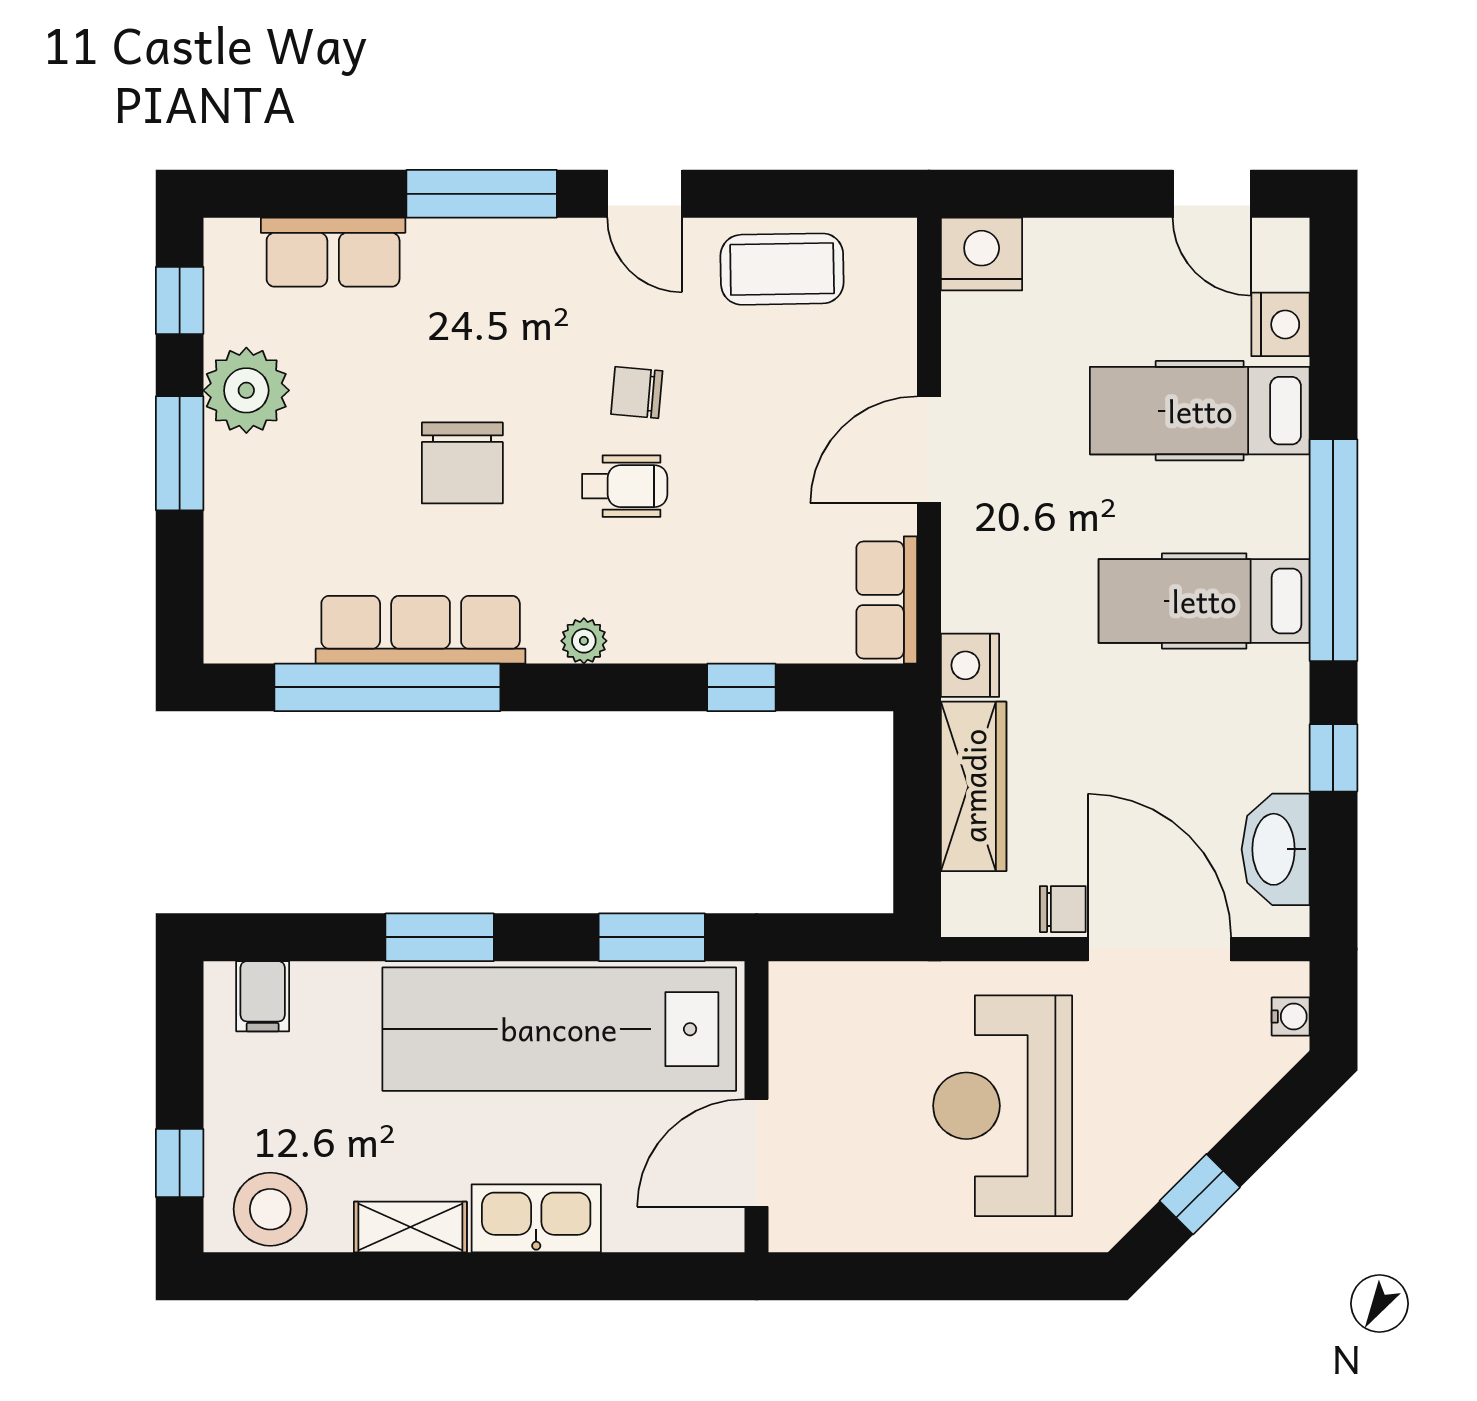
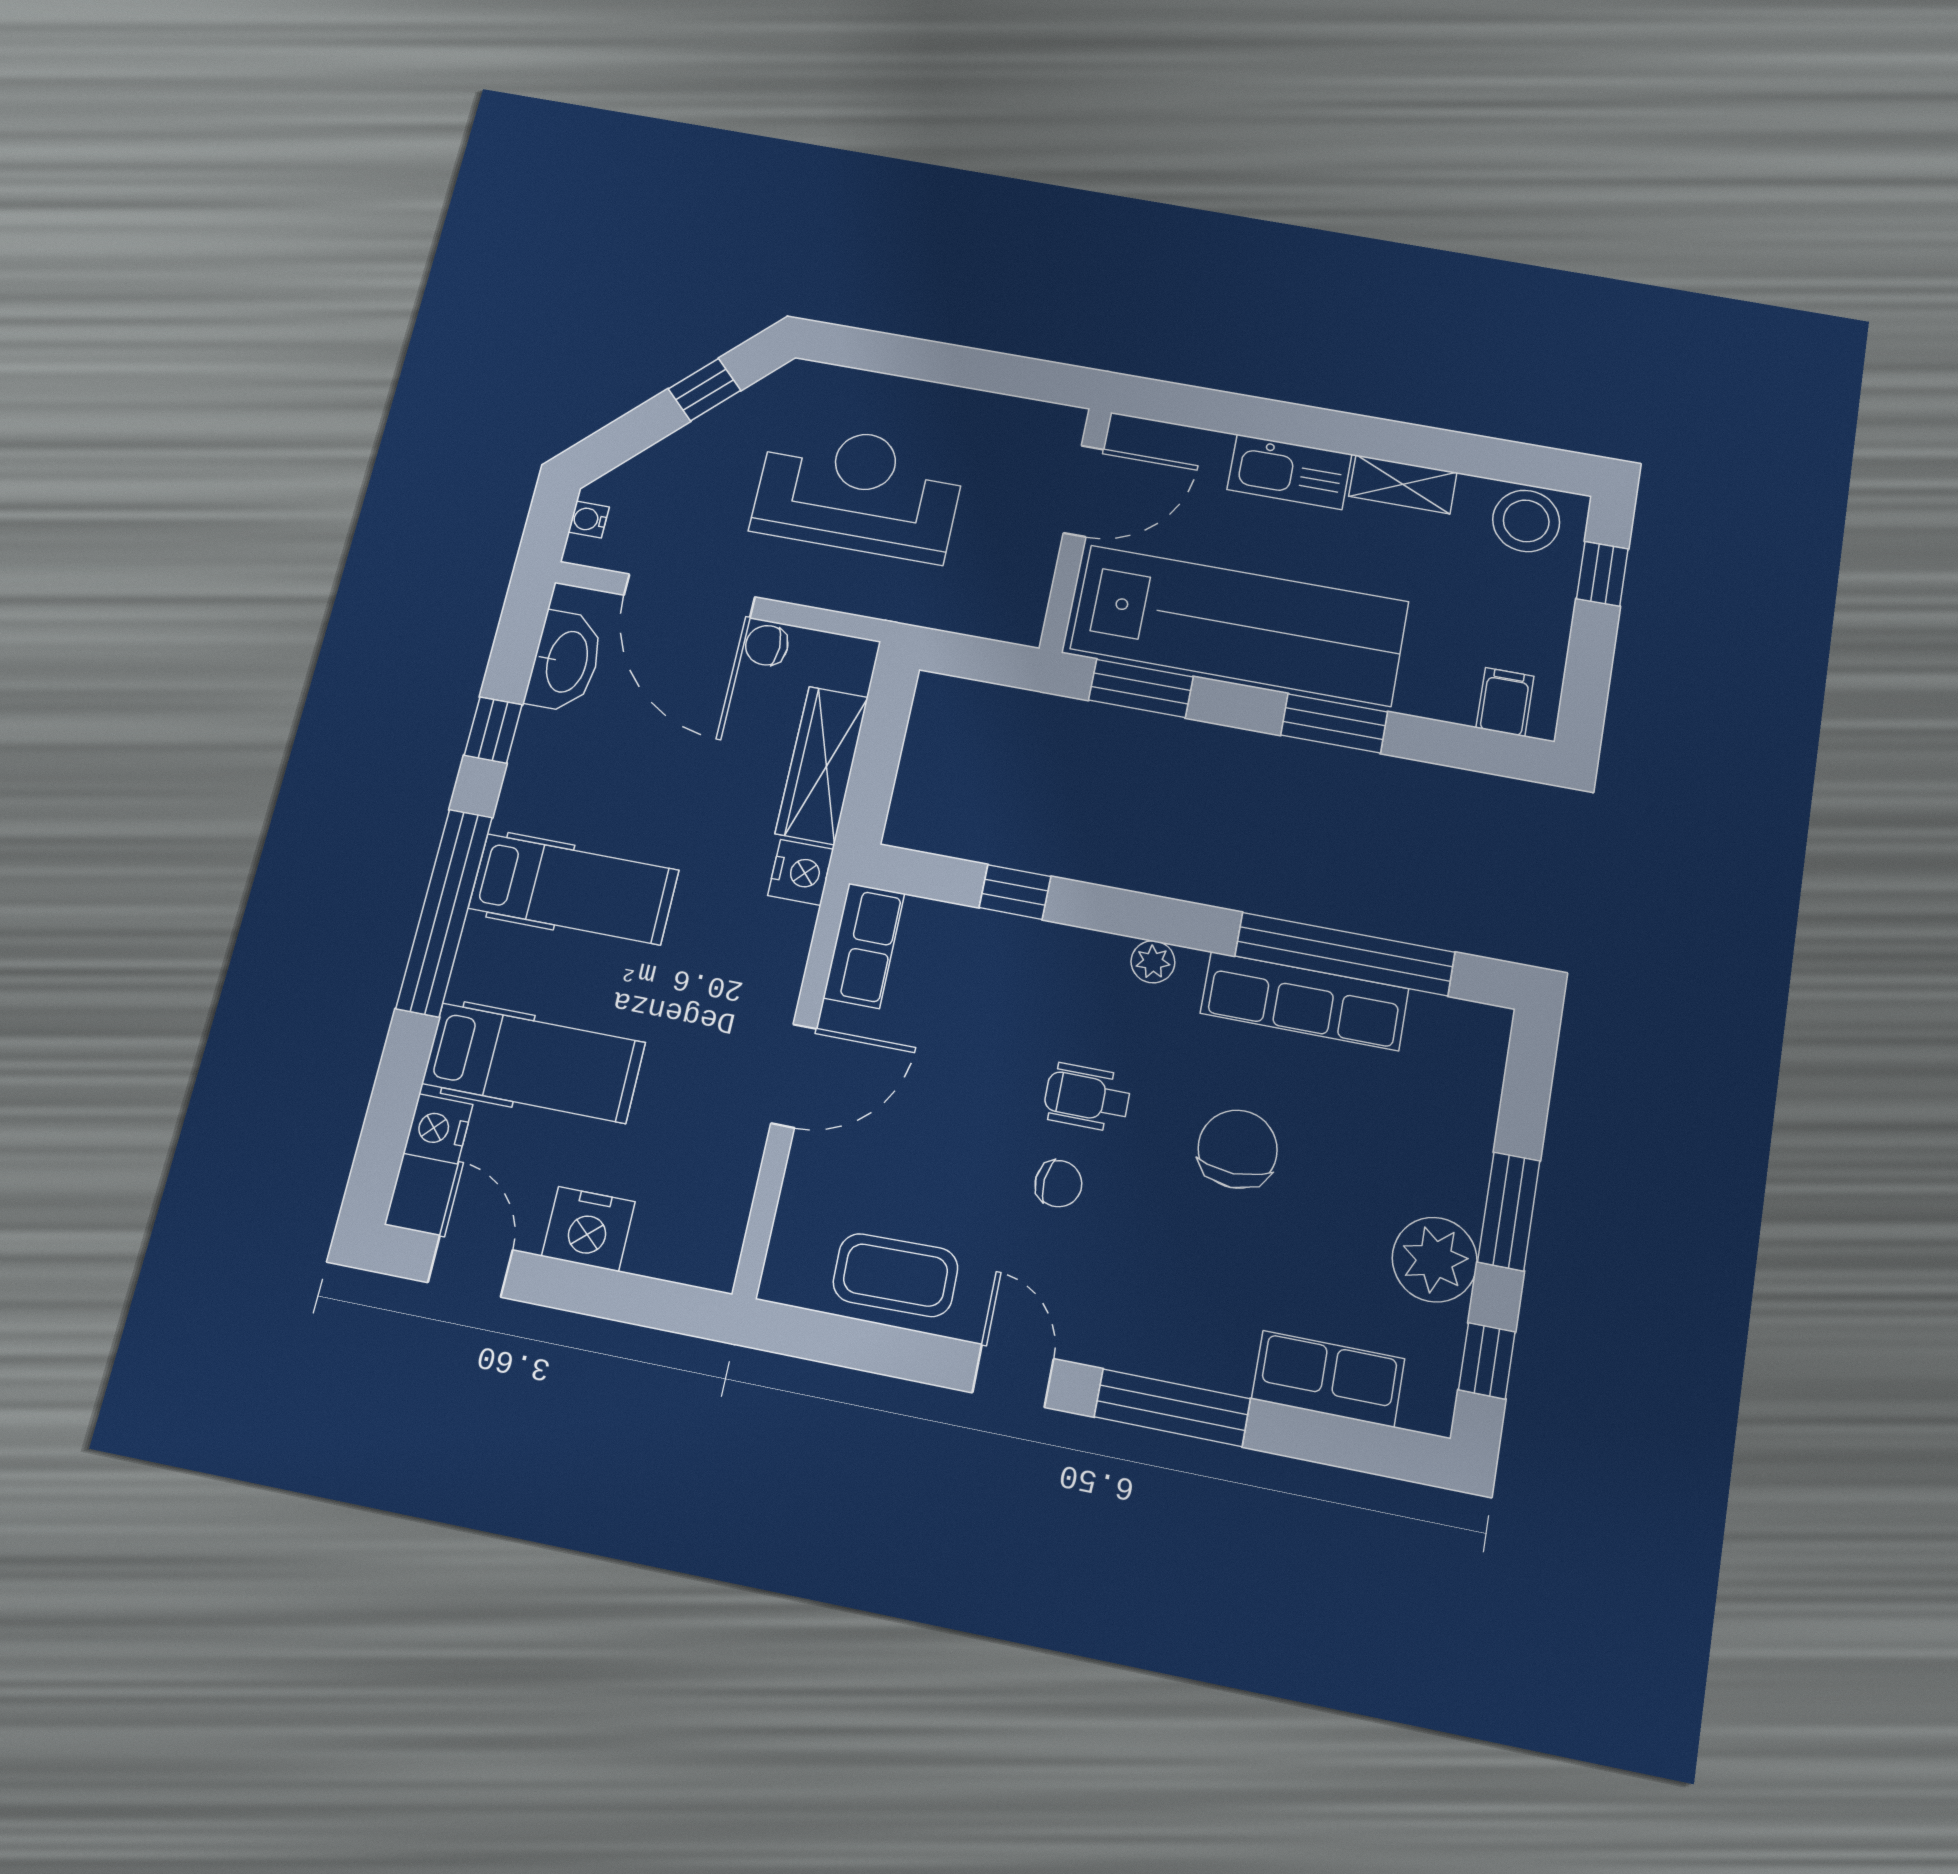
nightstand: (982, 254) -> (588, 1229), moved
reception desk: (1003, 1106) -> (859, 491), turned -90

